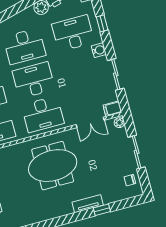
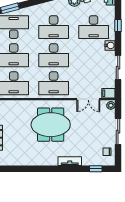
desk: (73, 33) -> (94, 27), turned 180
desk: (34, 80) -> (54, 55), turned 180
window: (102, 210) -> (96, 169), moved

